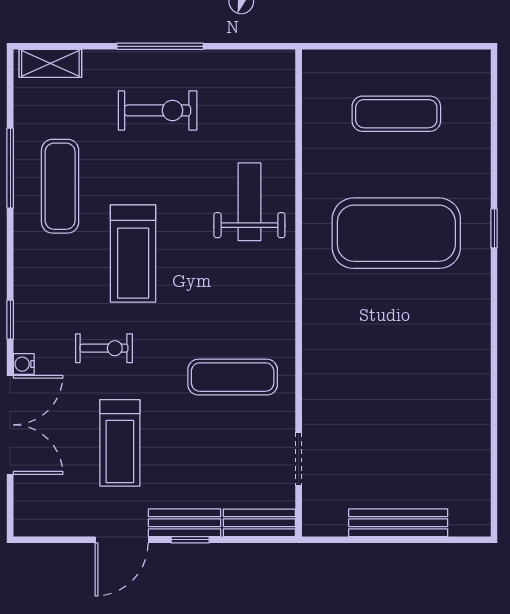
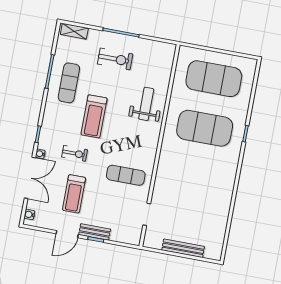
exercise mat: (396, 114) -> (214, 79), width x2.00, depth x1.45
water cooler: (25, 510) -> (29, 214), added
bench: (259, 523) -> (126, 238), removed

